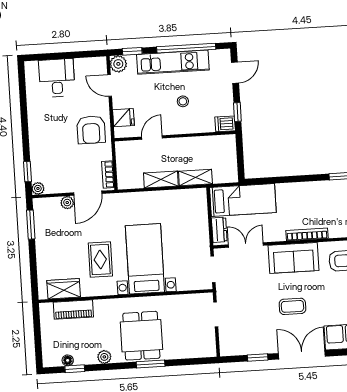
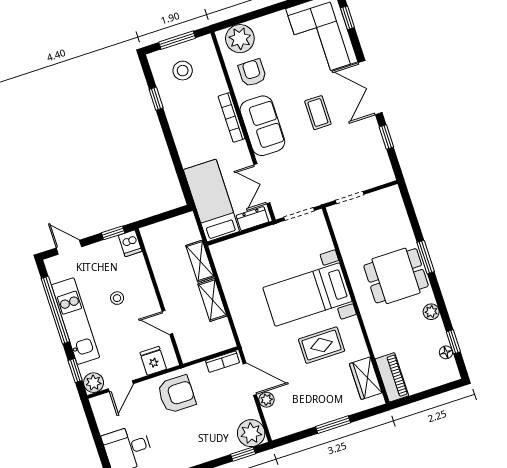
plant: (38, 188) -> (251, 433), width x1.88, depth x1.88
window: (31, 225) -> (333, 425), moved
piano: (73, 310) -> (392, 377), moved

